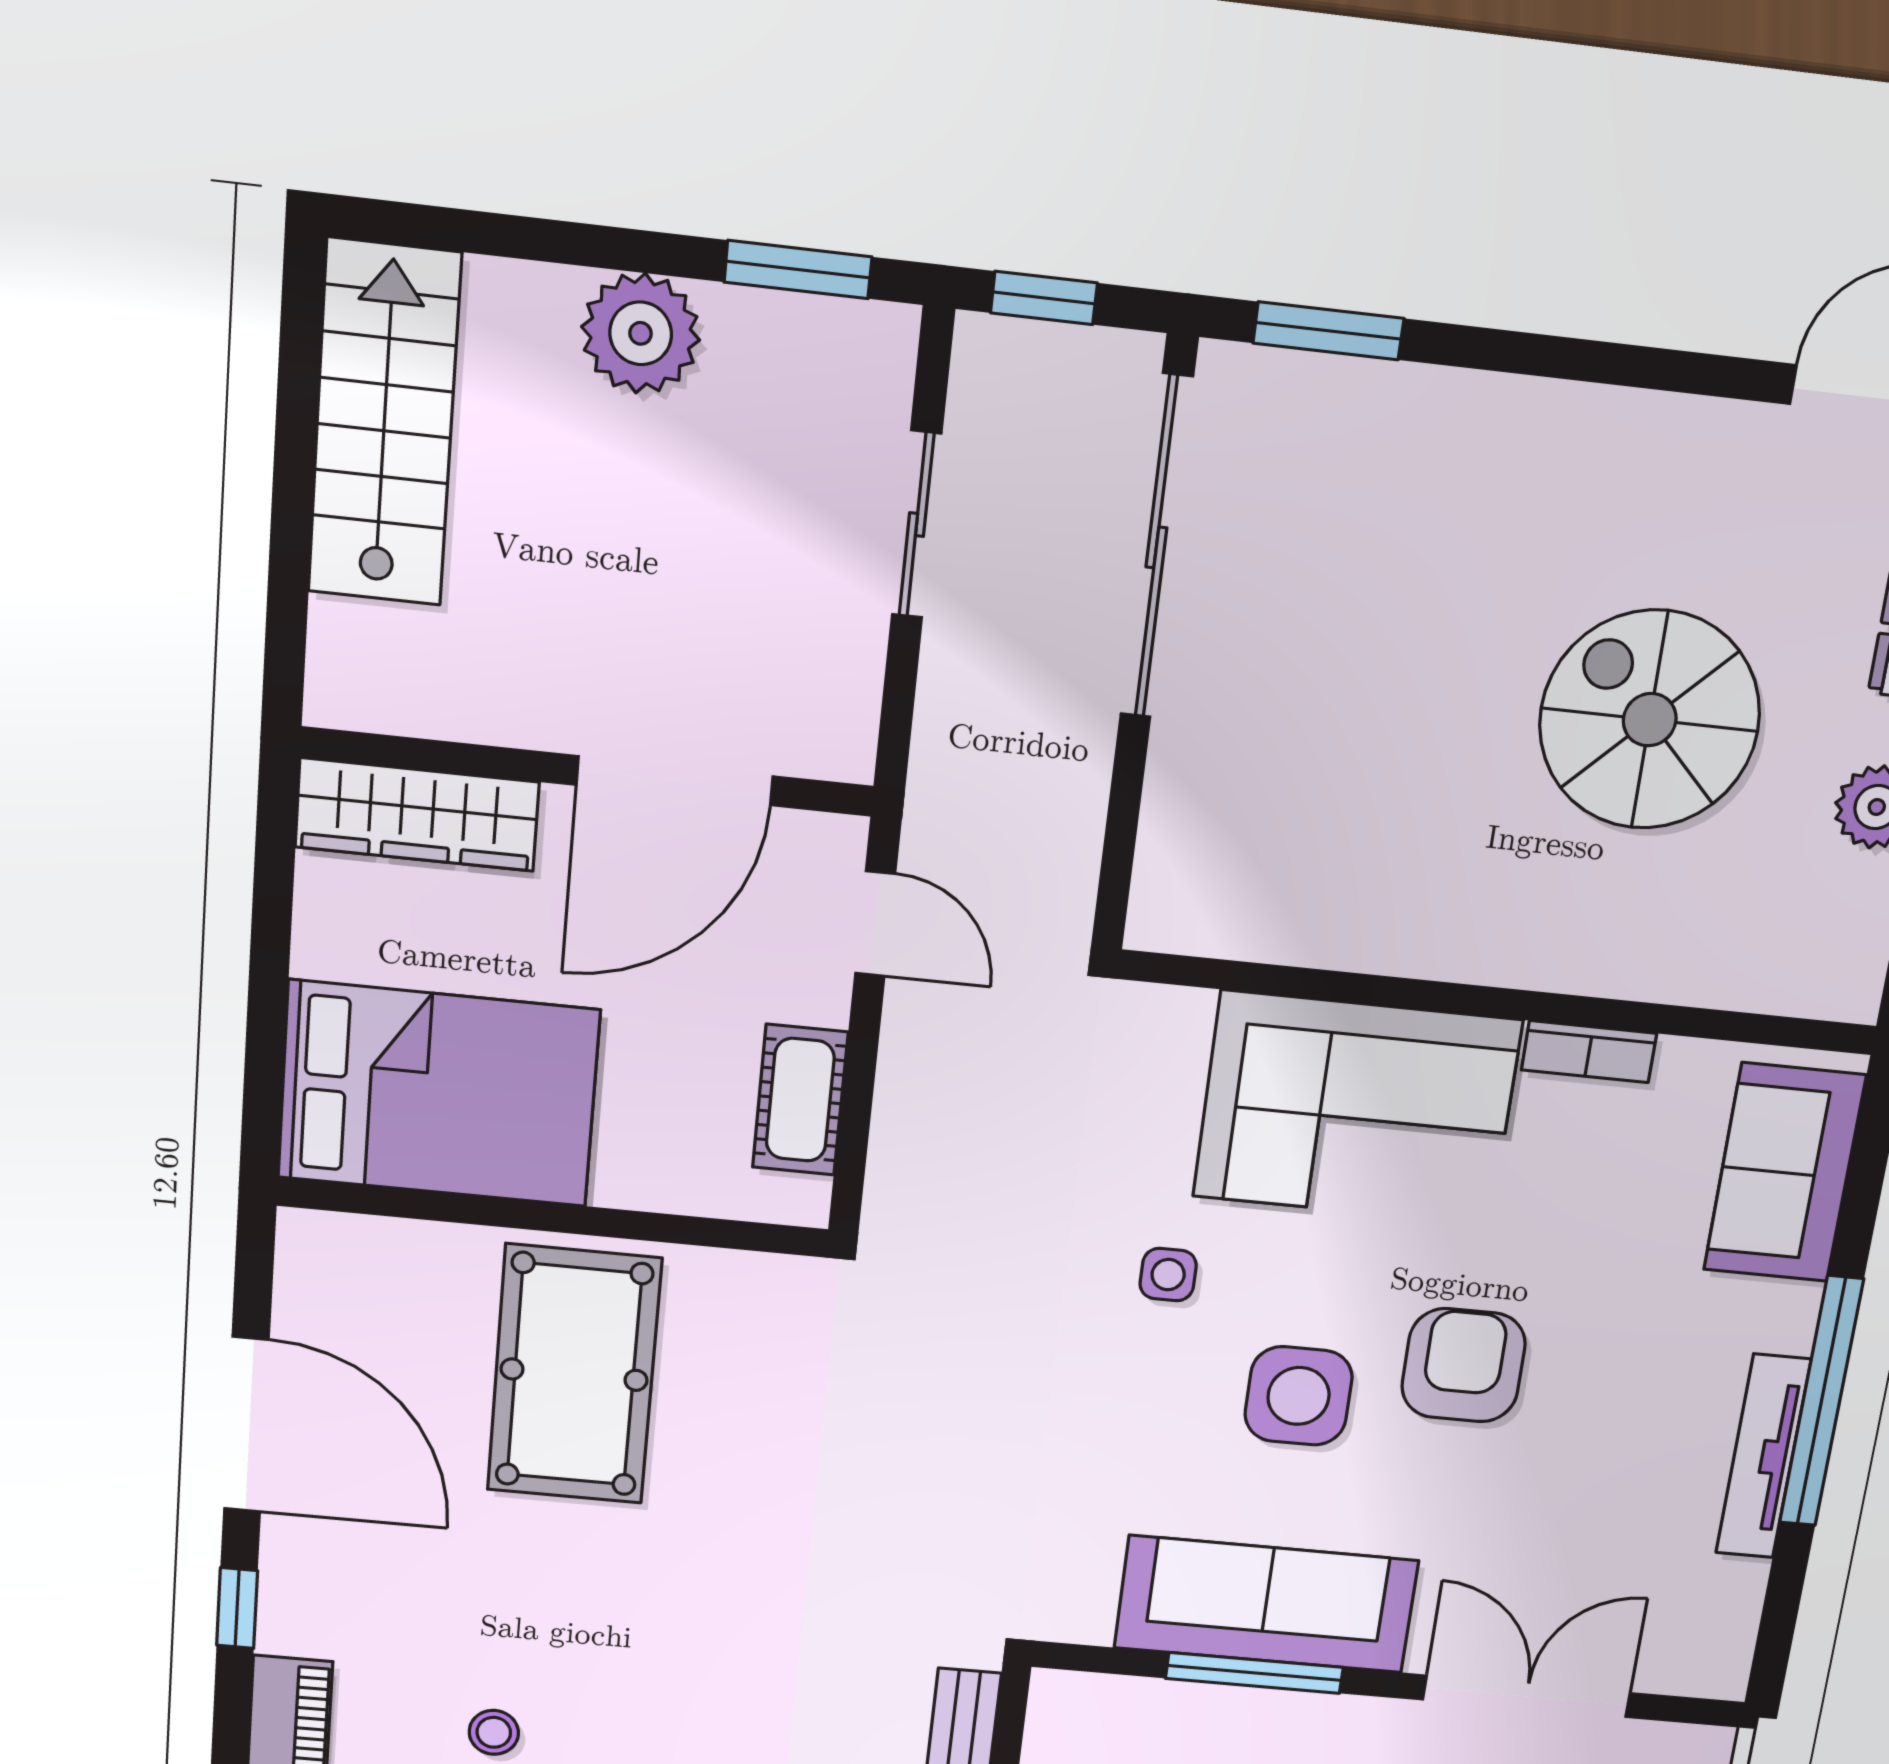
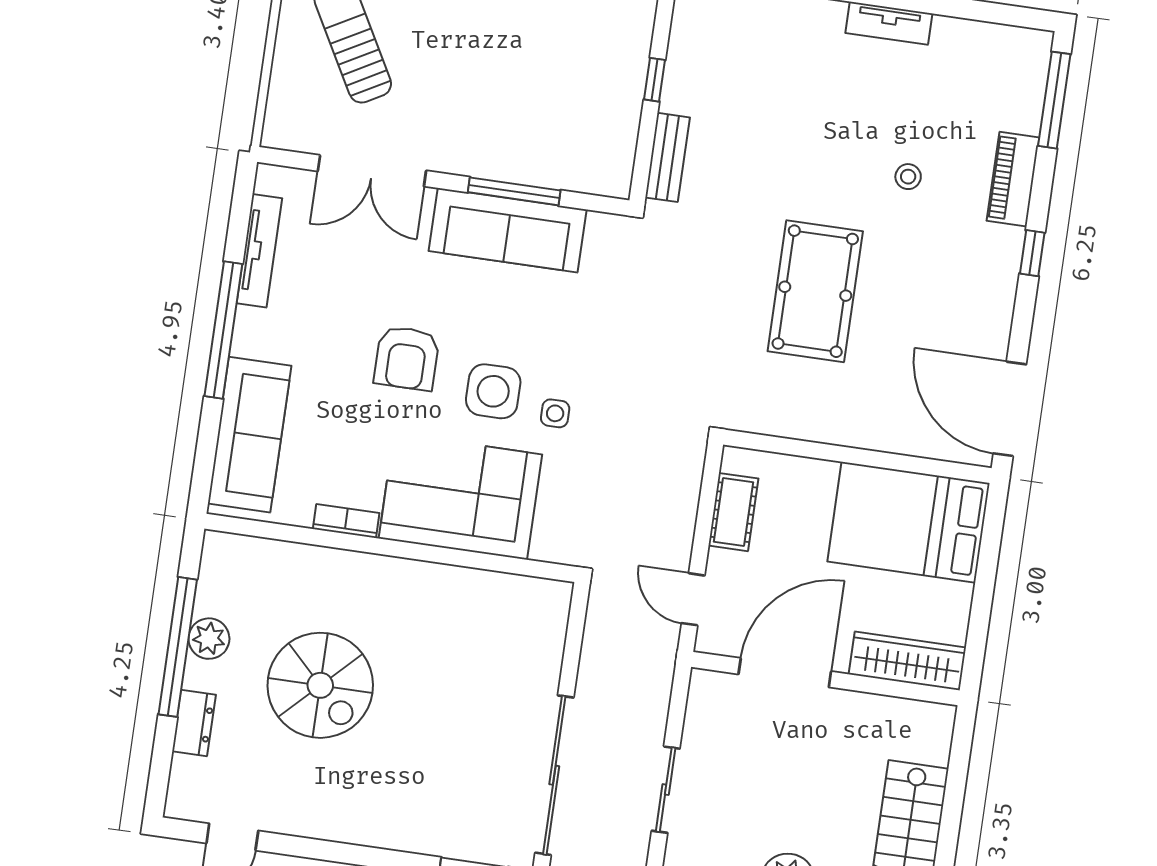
sofa: (1785, 1173) -> (250, 435), width x1.36
pool table: (574, 1375) -> (815, 291), moved
side table: (1299, 1396) -> (493, 391), moved
door: (246, 1425) -> (1010, 409), moved
tv unit: (1763, 1457) -> (259, 251), moved

